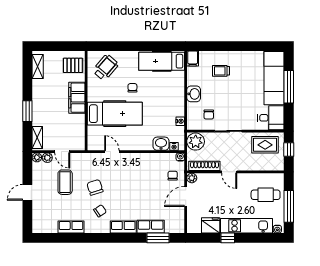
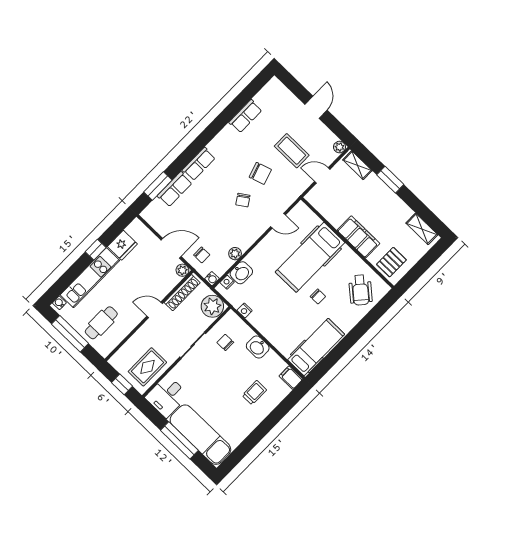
plant: (47, 158) -> (235, 254), moved
door: (186, 196) -> (171, 248), hinge flipped
chair: (100, 211) -> (243, 200), moved

